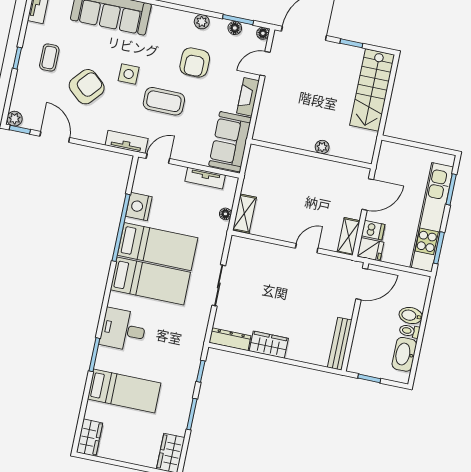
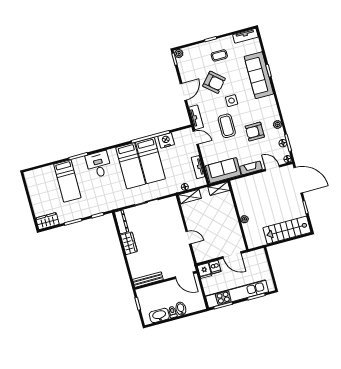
door: (55, 137) -> (183, 92), moved
shelving: (349, 237) -> (219, 189), moved
wardrobe: (89, 438) -> (34, 175), removed

